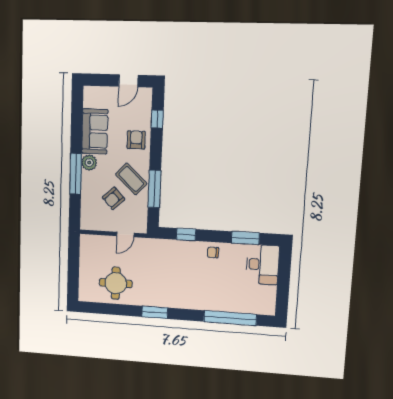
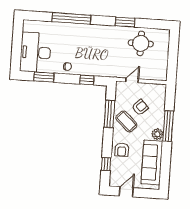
sofa: (95, 131) -> (152, 162), width x1.36
desk: (263, 265) -> (35, 52), width x1.36, depth x1.30
window: (155, 312) -> (125, 22), moved
window: (230, 318) -> (71, 18), moved

